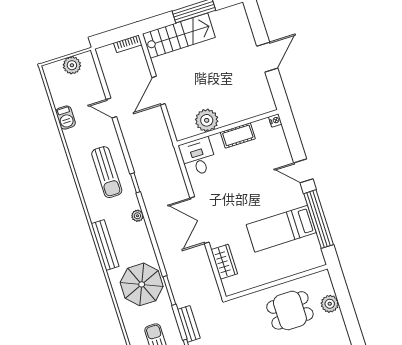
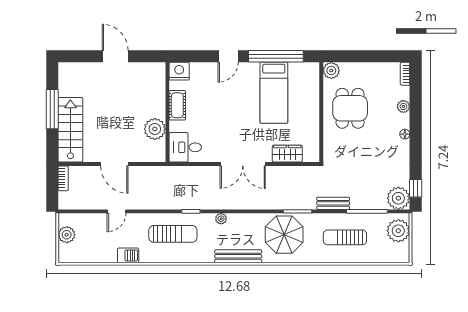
barbecue: (66, 118) -> (128, 255), moved
nightstand: (275, 120) -> (179, 71), width x1.89, depth x1.79
plant: (330, 304) -> (331, 71), moved

